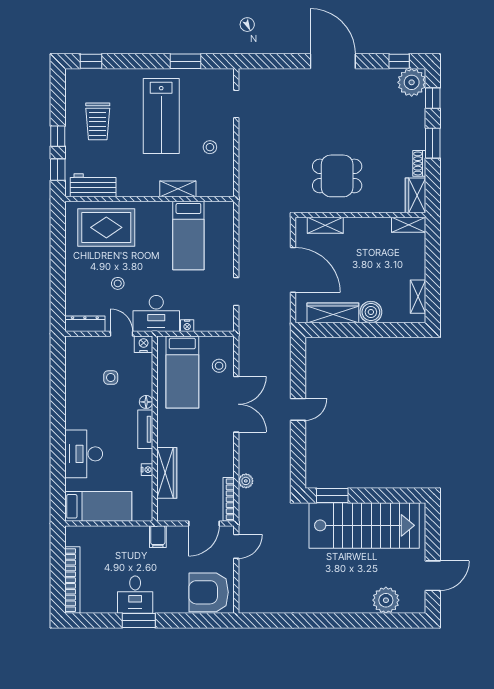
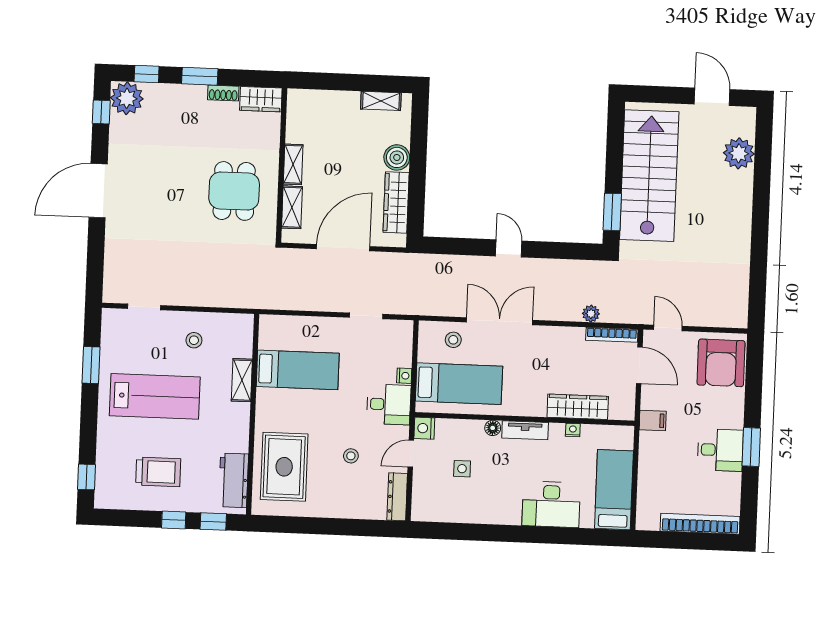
shelving: (409, 225) -> (293, 164), moved
desk: (156, 314) -> (389, 404), width x0.73

